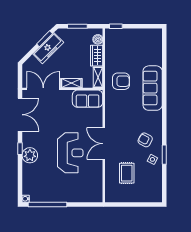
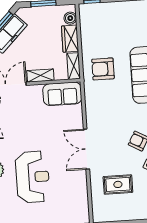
armchair: (121, 81) -> (103, 69), turned 180
reception desk: (70, 153) -> (33, 177), moved
rug: (127, 173) -> (118, 184), turned 90

